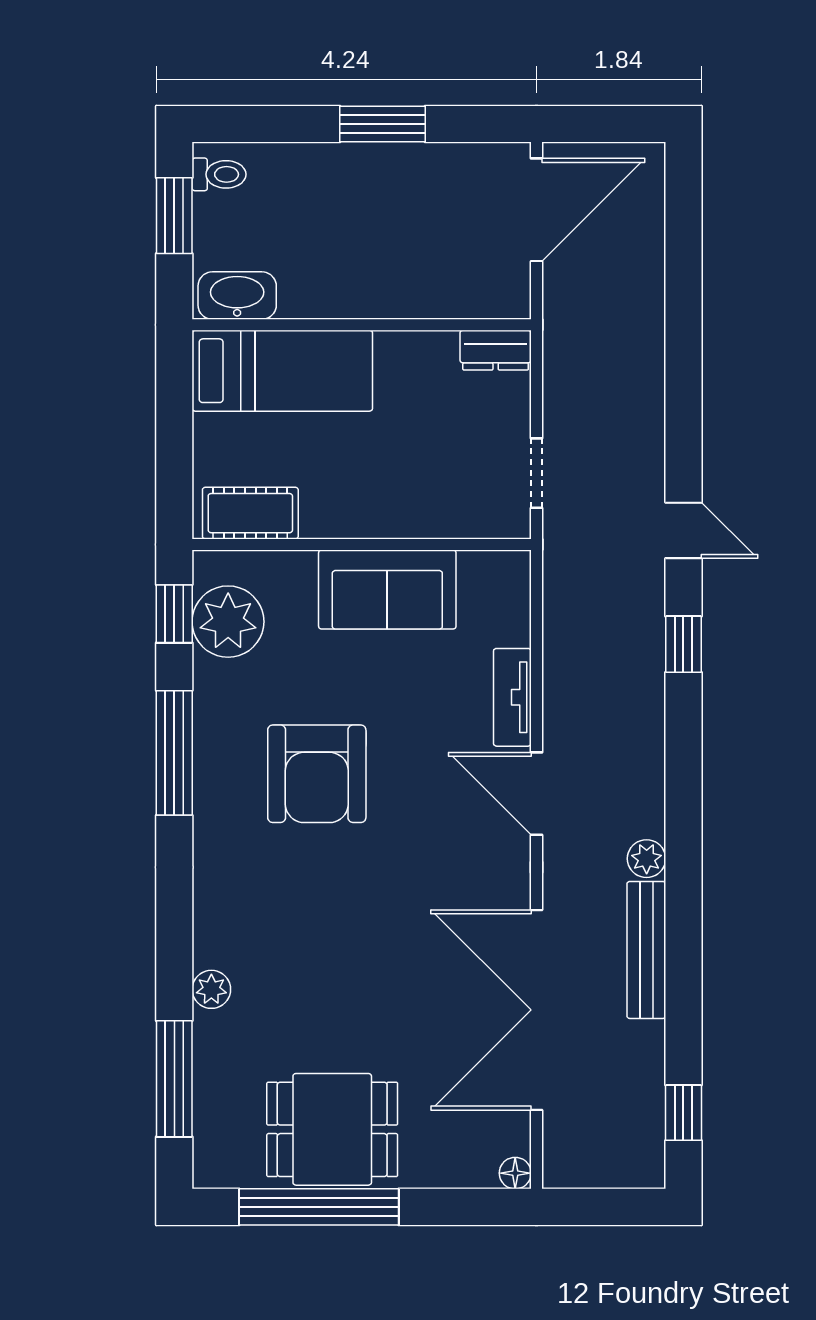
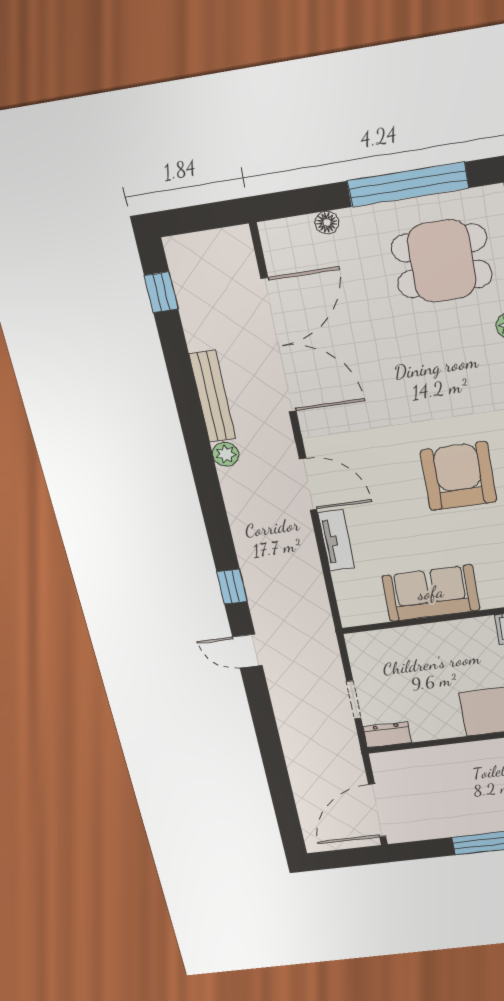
doorway: (536, 473) -> (354, 700), moved
dining table: (332, 1129) -> (442, 261), moved
floor lamp: (515, 1173) -> (327, 223), moved

